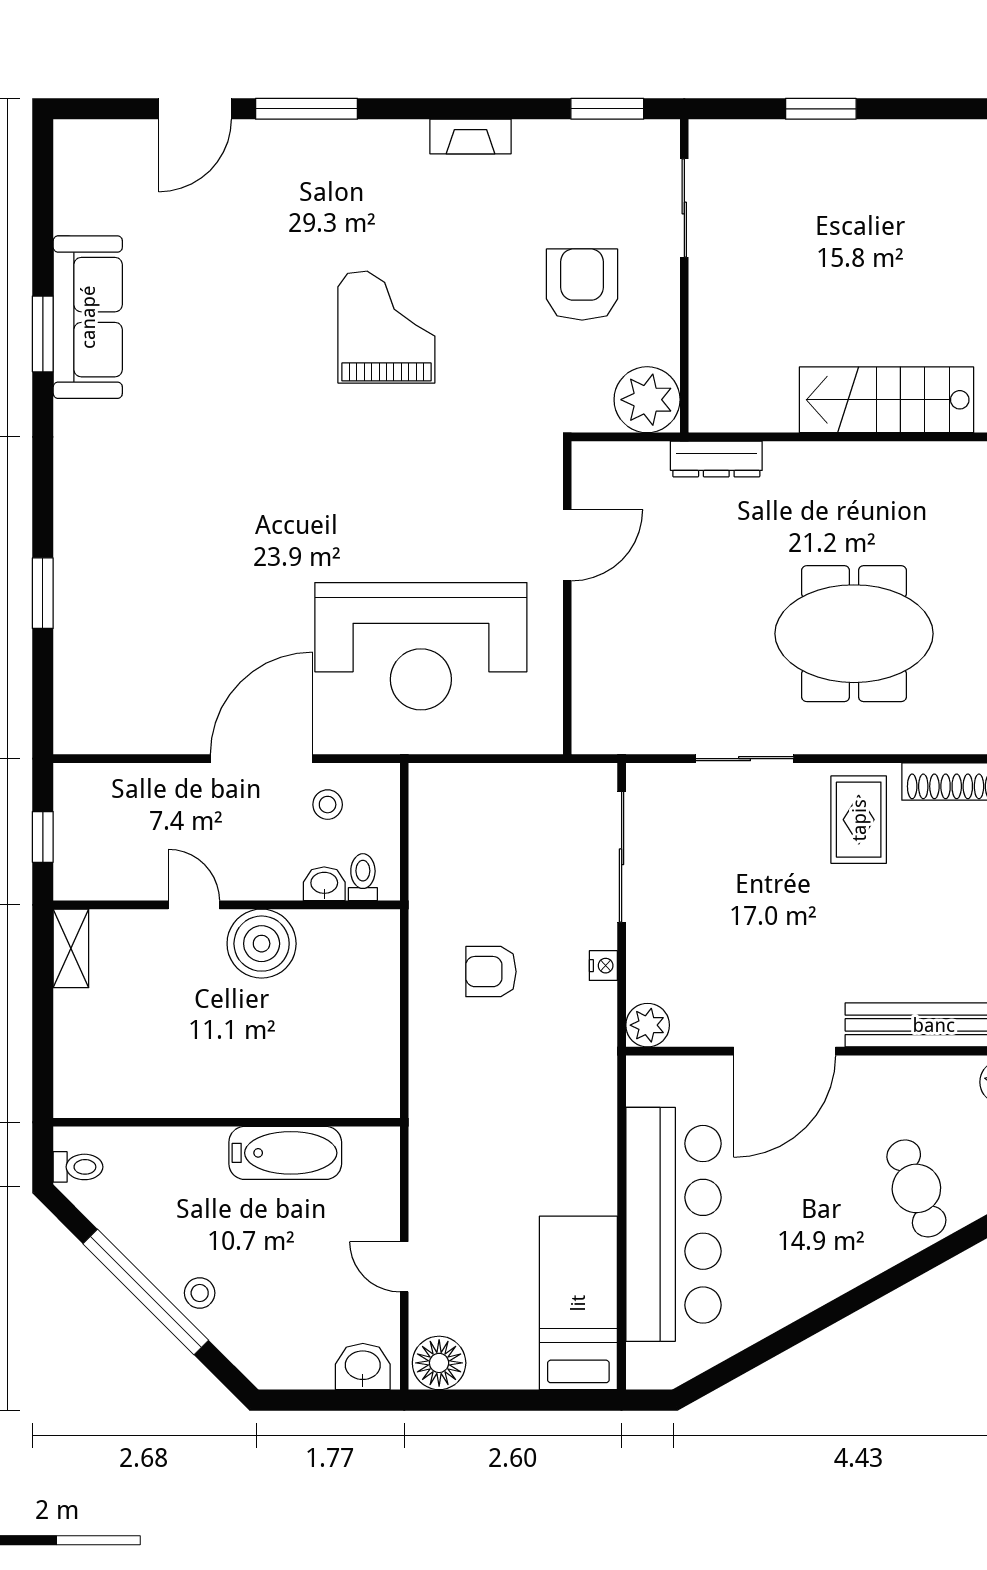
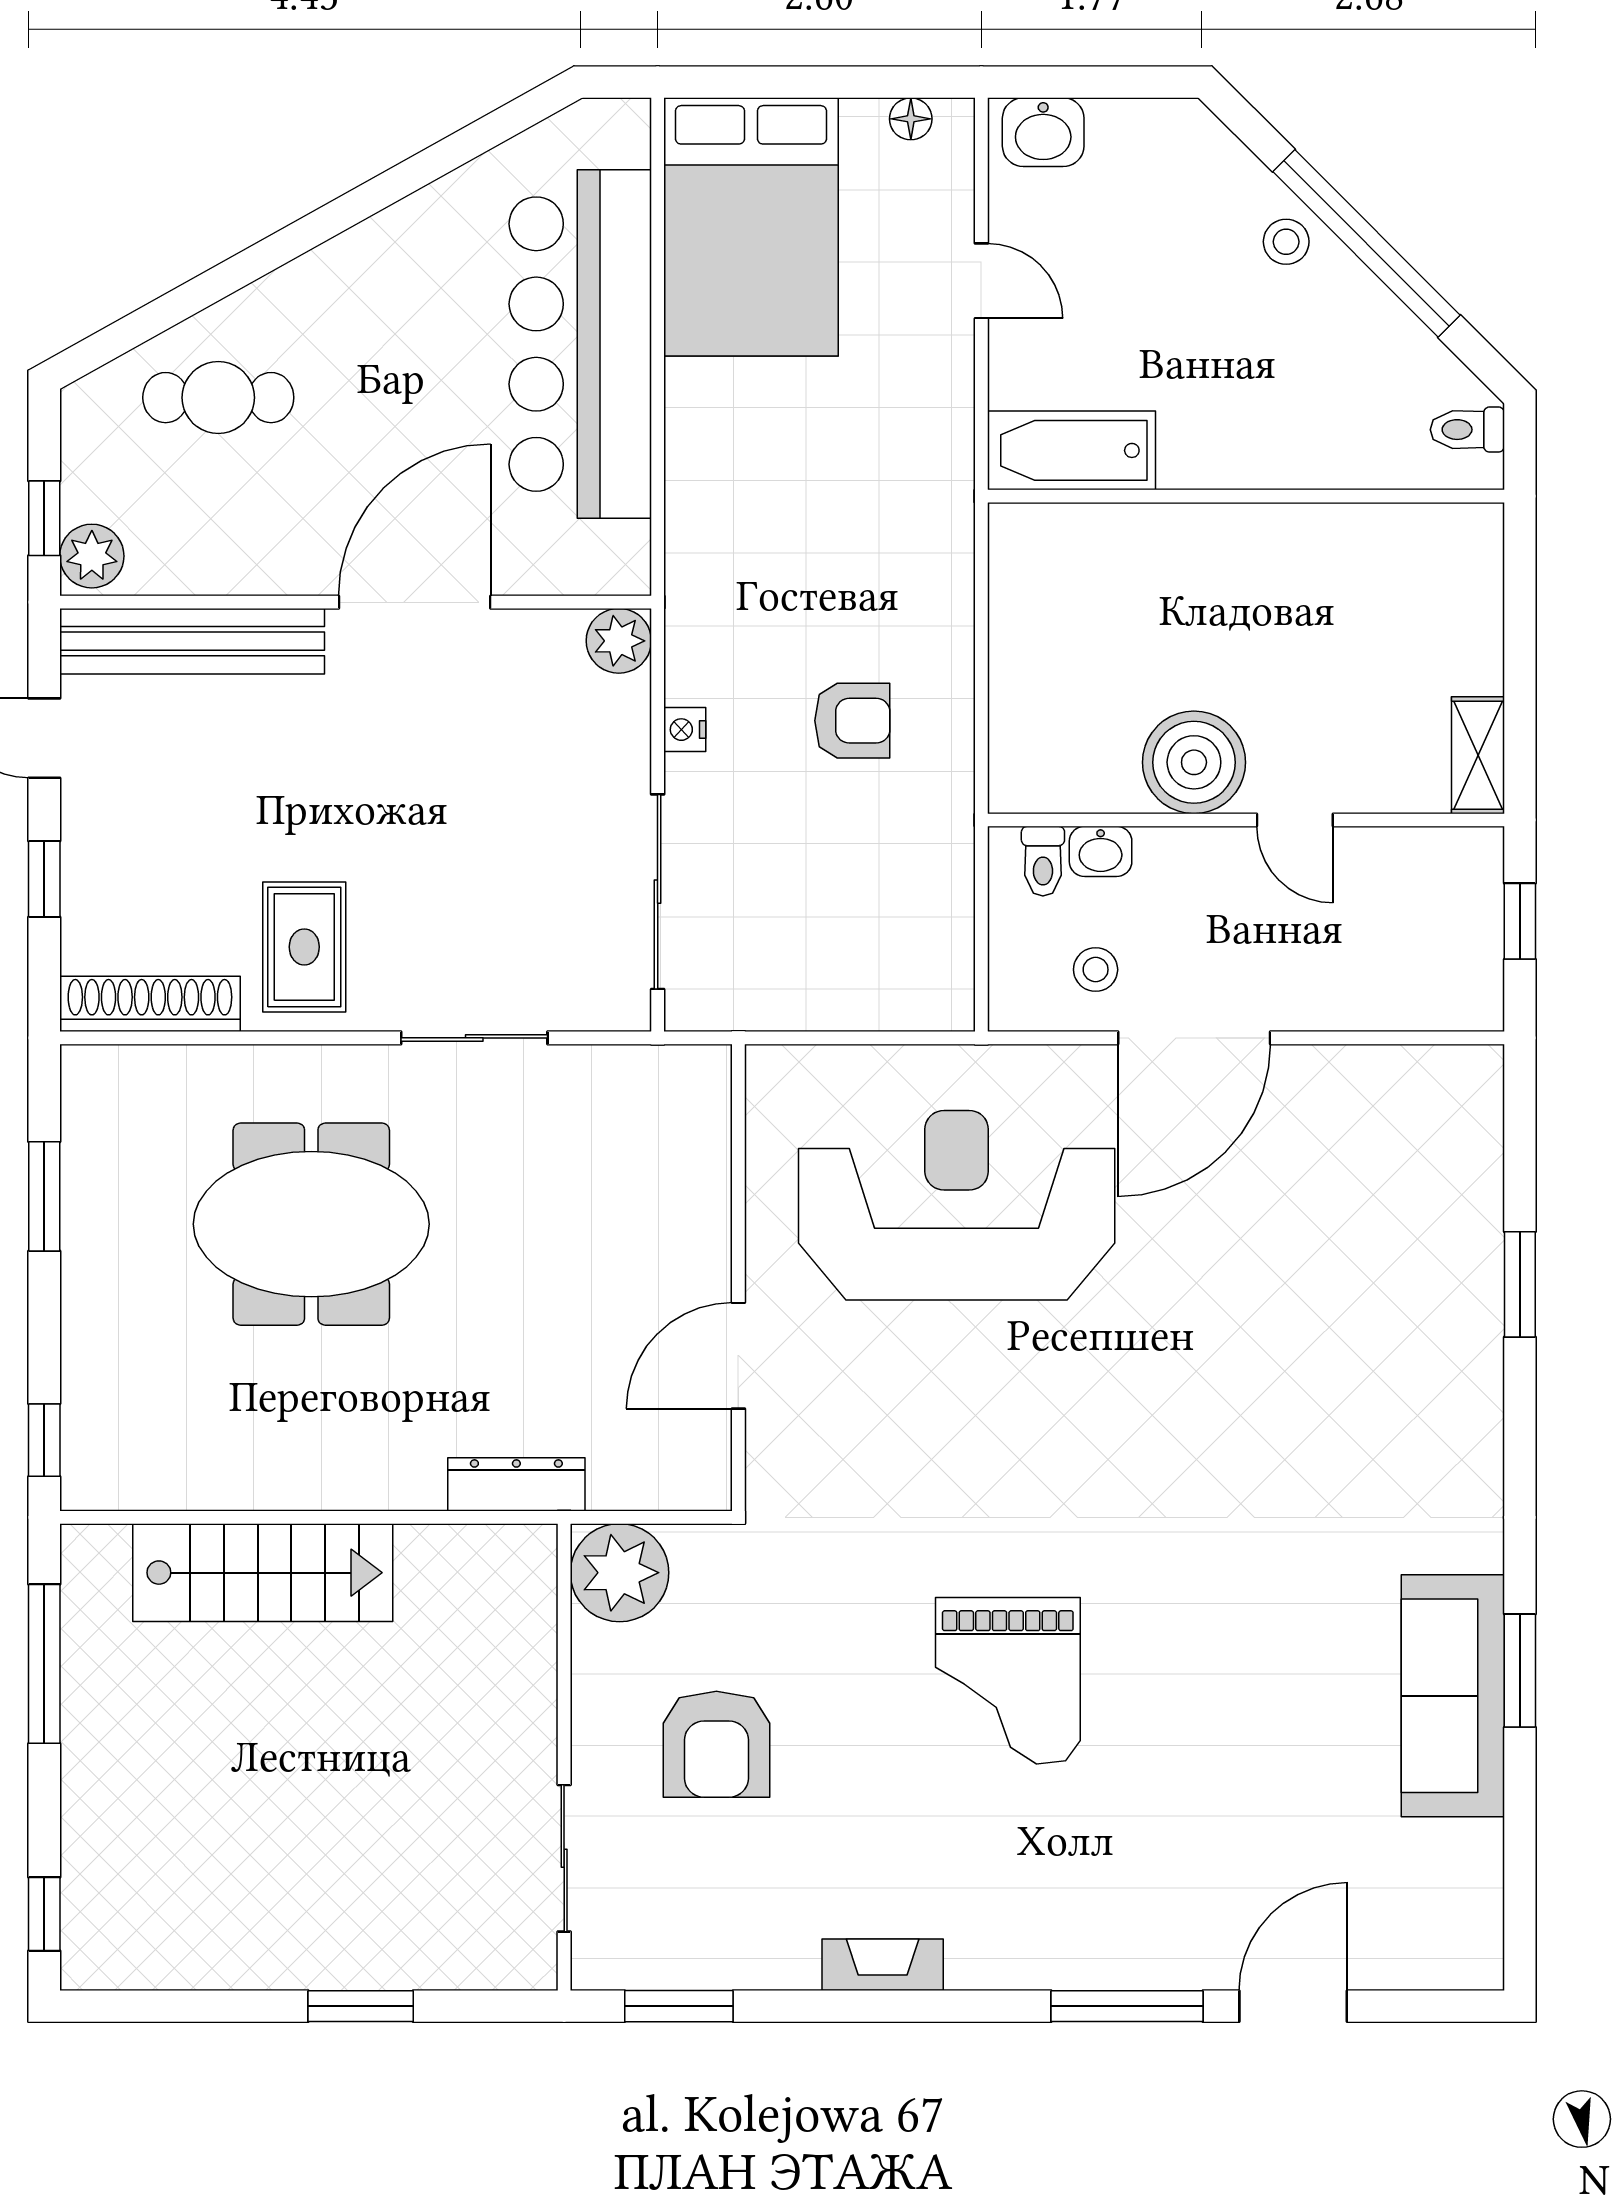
bathtub: (285, 1153) -> (1071, 450), moved
cafe table: (916, 1188) -> (218, 398), turned -69
bed: (578, 1303) -> (751, 227), width x1.50
floor lamp: (439, 1363) -> (911, 119), width x0.53, depth x0.53

